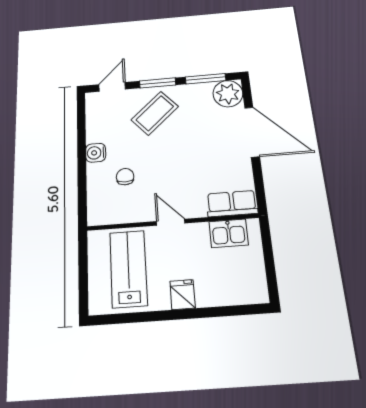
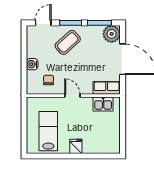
row of seats: (232, 204) -> (107, 88), moved
door: (171, 222) -> (72, 96), moved
wall: (172, 222) -> (73, 96), moved
kitchen sink: (229, 233) -> (103, 104), moved

